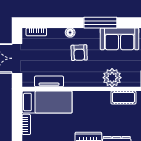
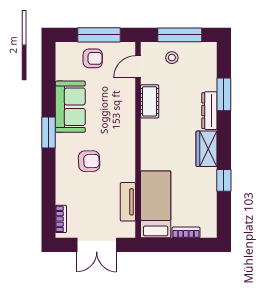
window: (100, 23) -> (49, 133), width x0.69
floor lamp: (70, 33) -> (62, 173), removed
plant: (112, 78) -> (123, 117), removed

